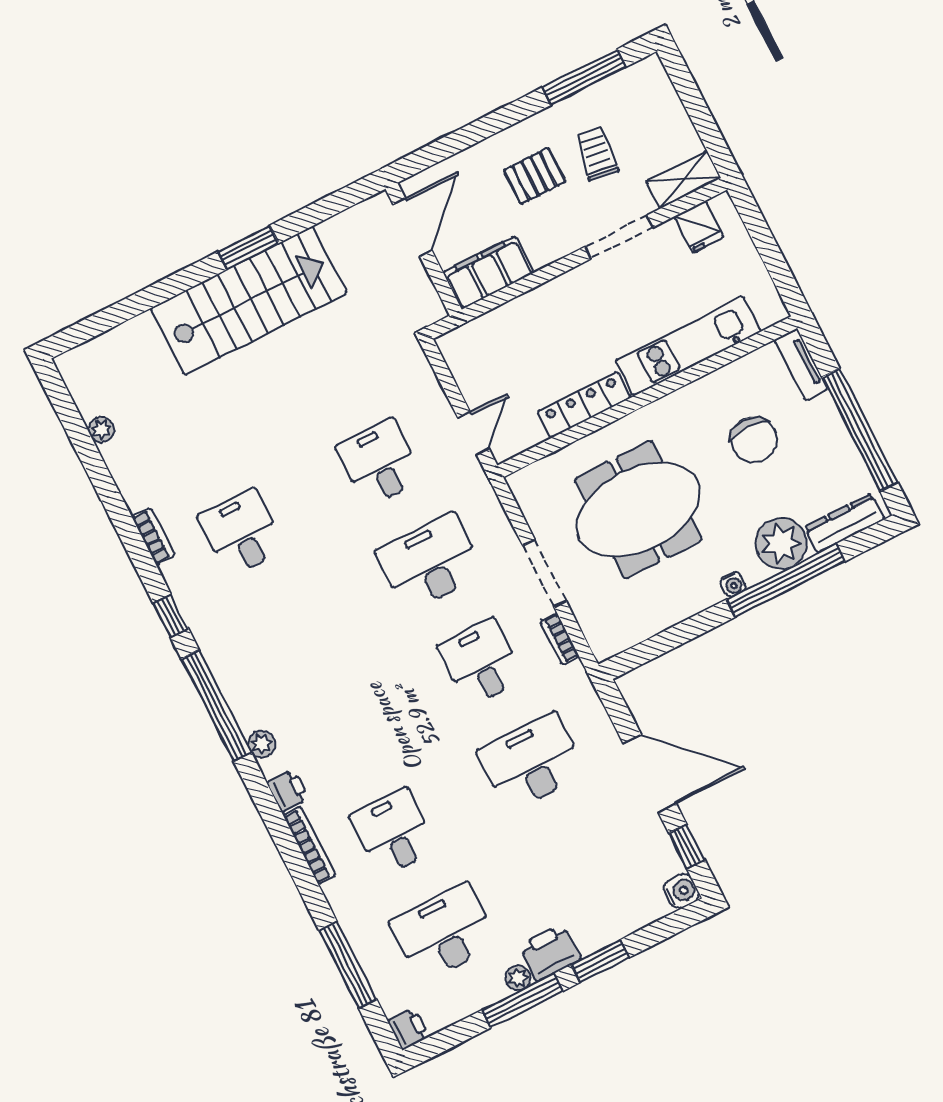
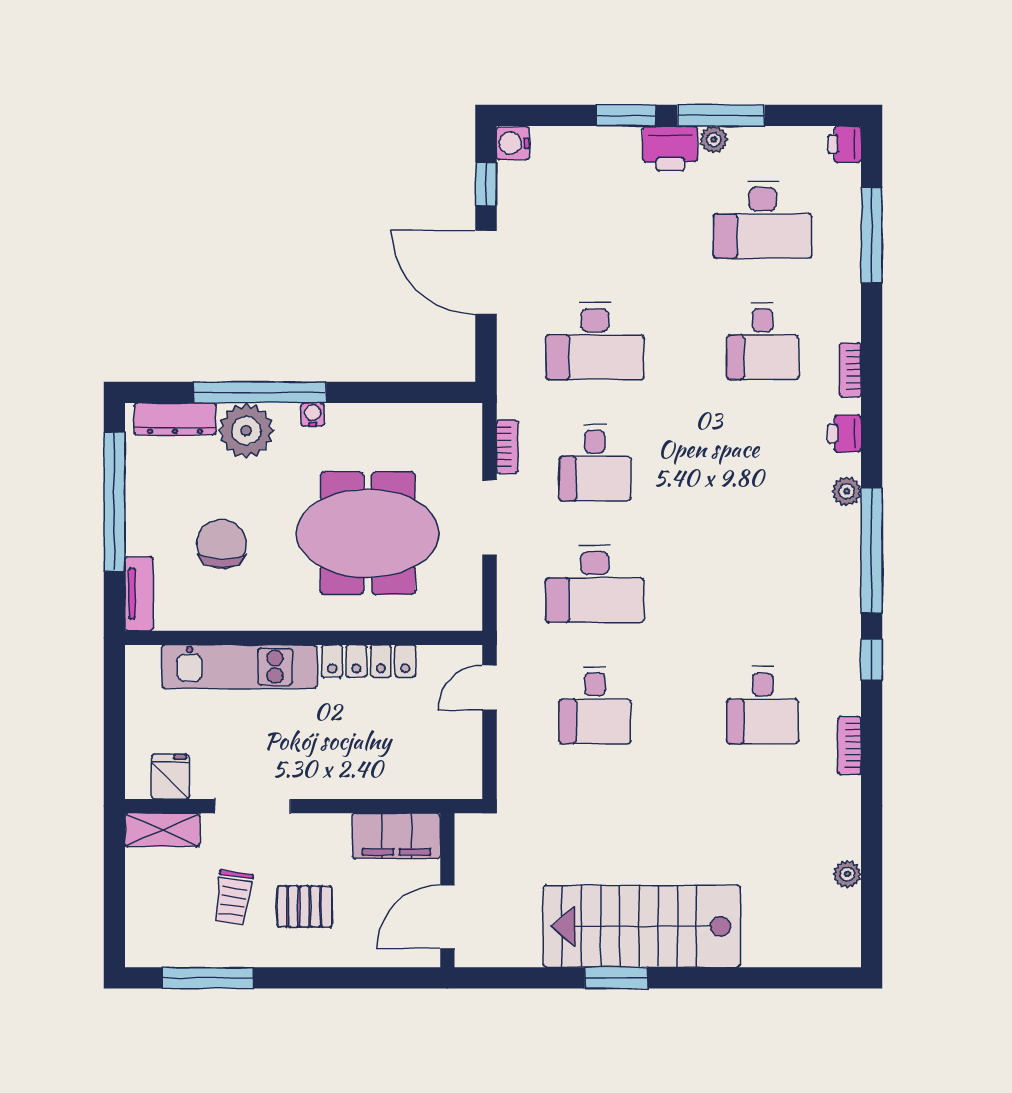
bookcase: (309, 845) -> (850, 370), width x0.64

